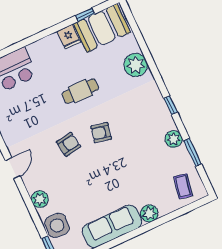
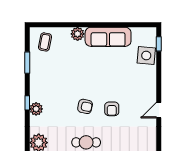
plant: (174, 139) -> (36, 109), moved
armchair: (69, 144) -> (112, 109), turned -81
plant: (40, 199) -> (150, 80), removed

